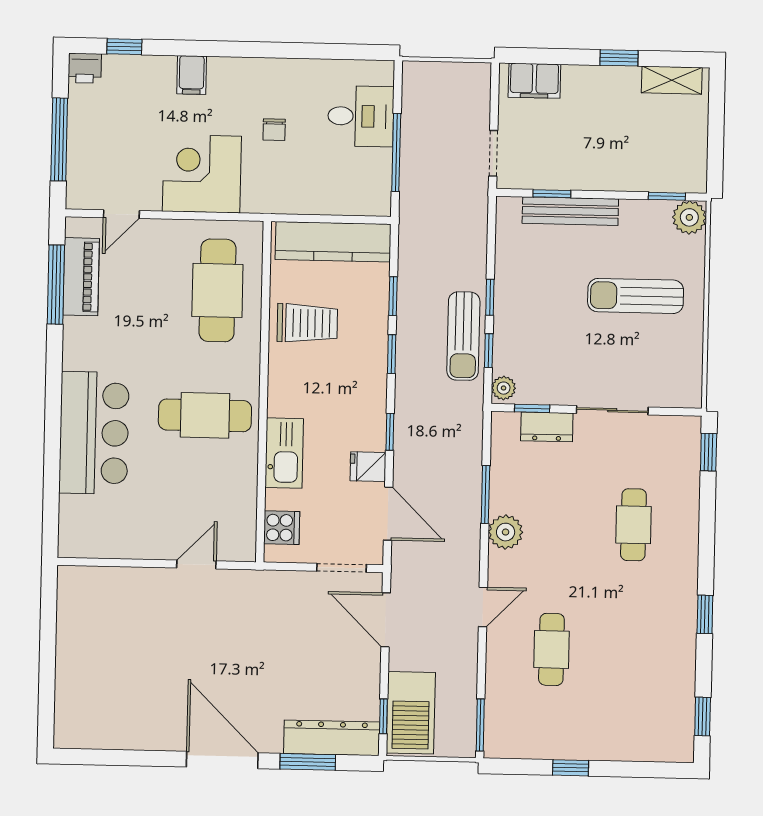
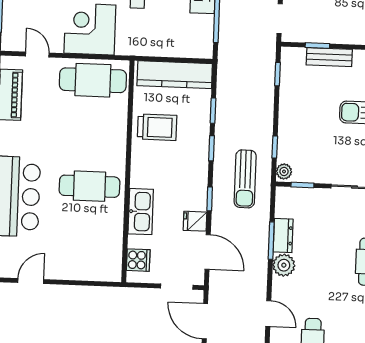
bench: (570, 211) -> (329, 57), width x0.73
door: (121, 214) -> (37, 55), swing flipped
cafe table: (217, 290) -> (93, 80), moved, turned 90
window: (490, 297) -> (278, 74), moved
sun lounger: (463, 336) -> (245, 179), moved
dresser: (547, 427) -> (283, 236), moved, turned -90
door: (196, 564) -> (31, 281), moved
door: (483, 607) -> (268, 314), hinge flipped

